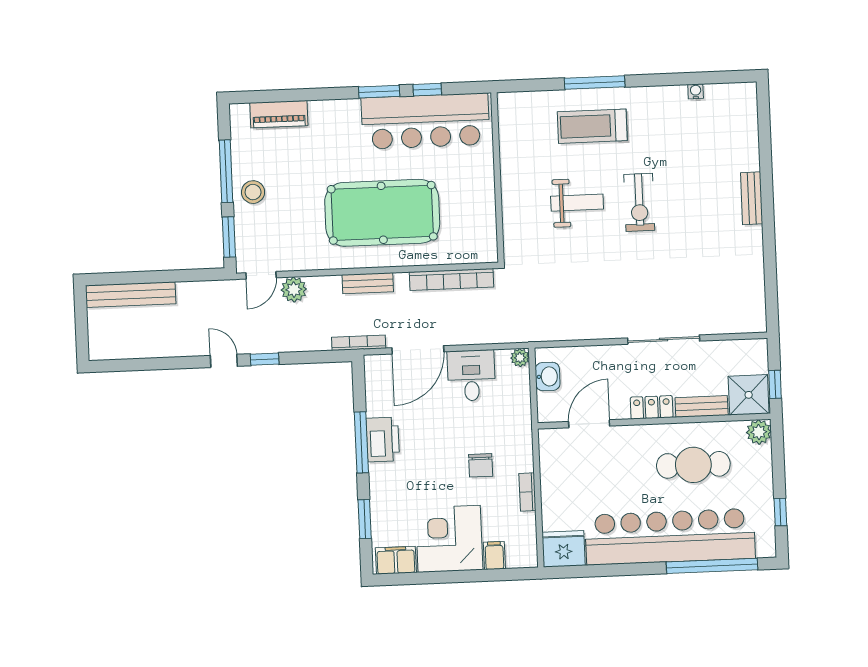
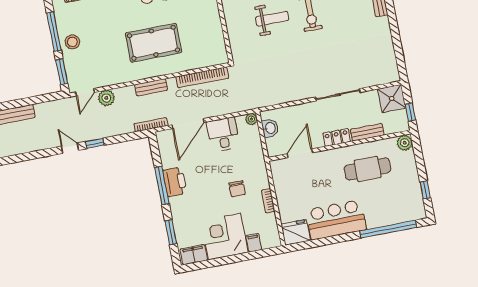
pool table: (382, 213) -> (154, 43), width x0.73, depth x0.76
shower: (749, 395) -> (392, 98), moved
bar counter: (670, 537) -> (336, 220), width x0.54

